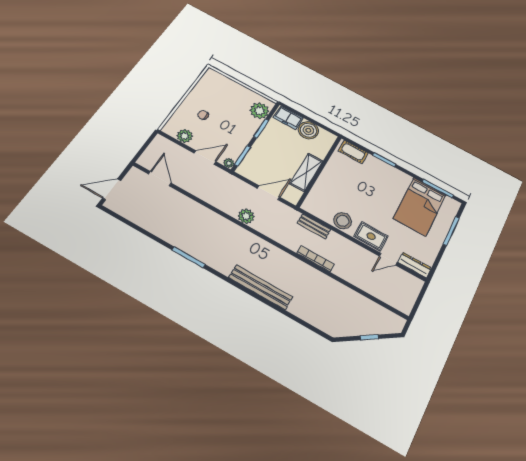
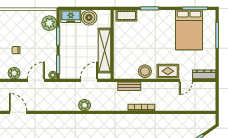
shelving: (306, 172) -> (105, 51), width x1.47

